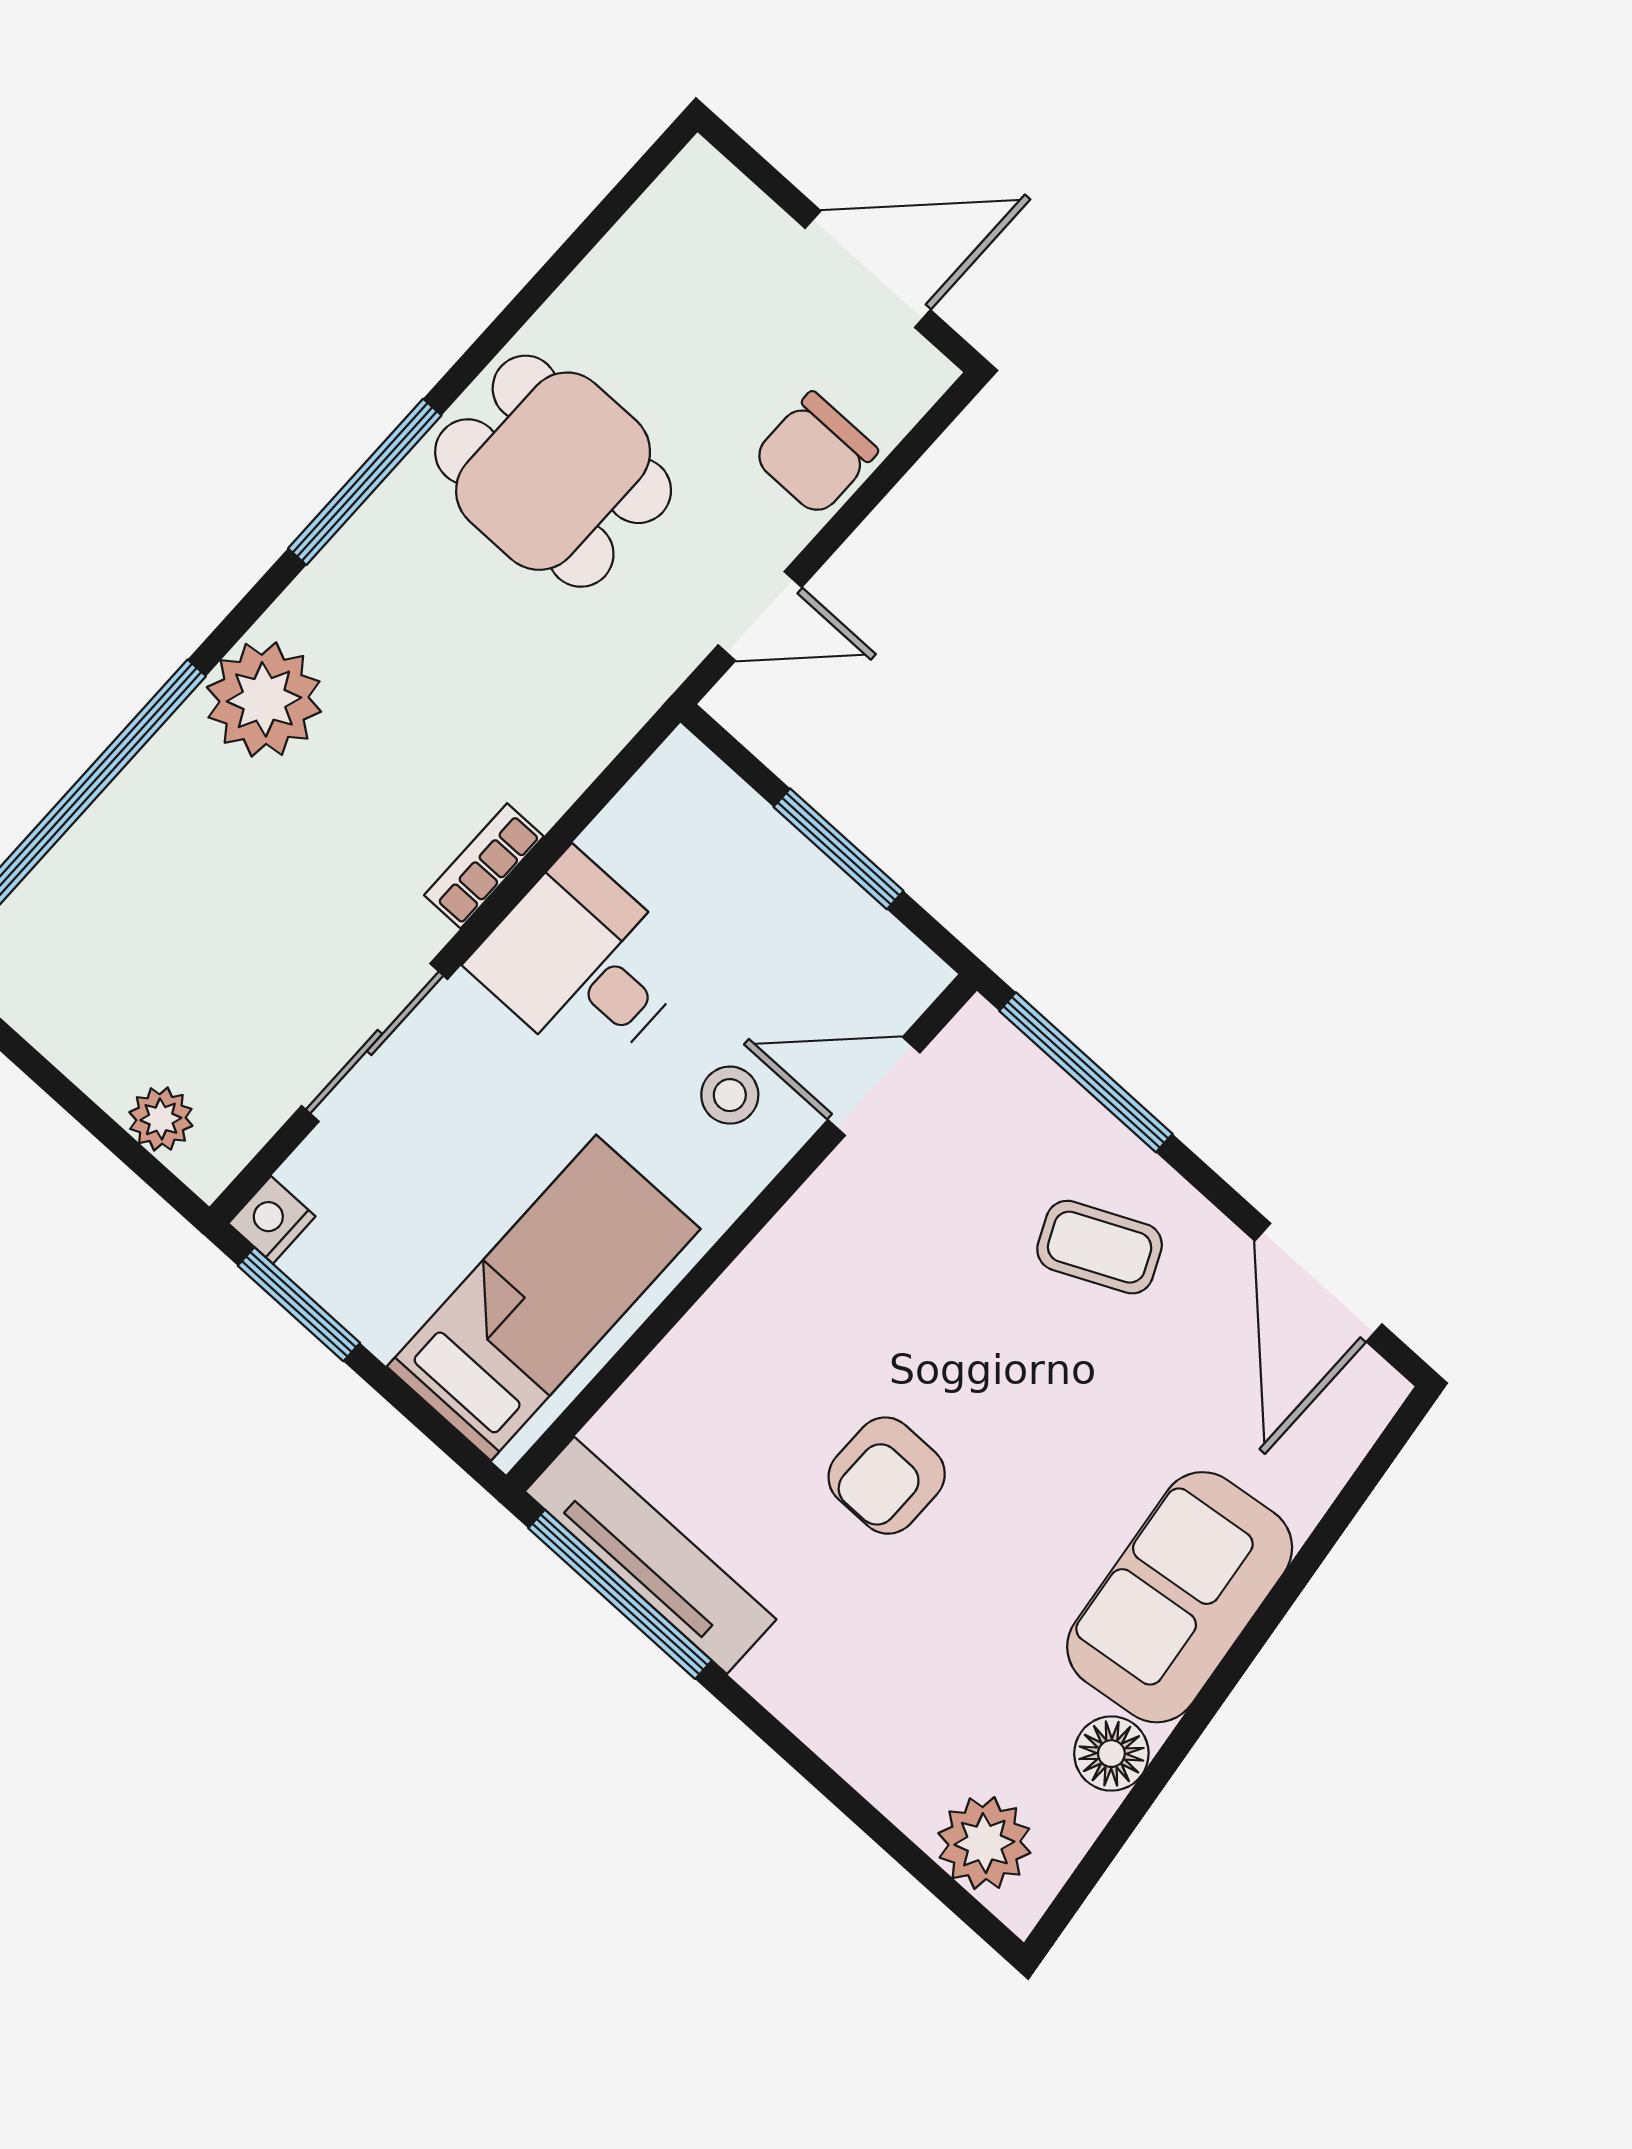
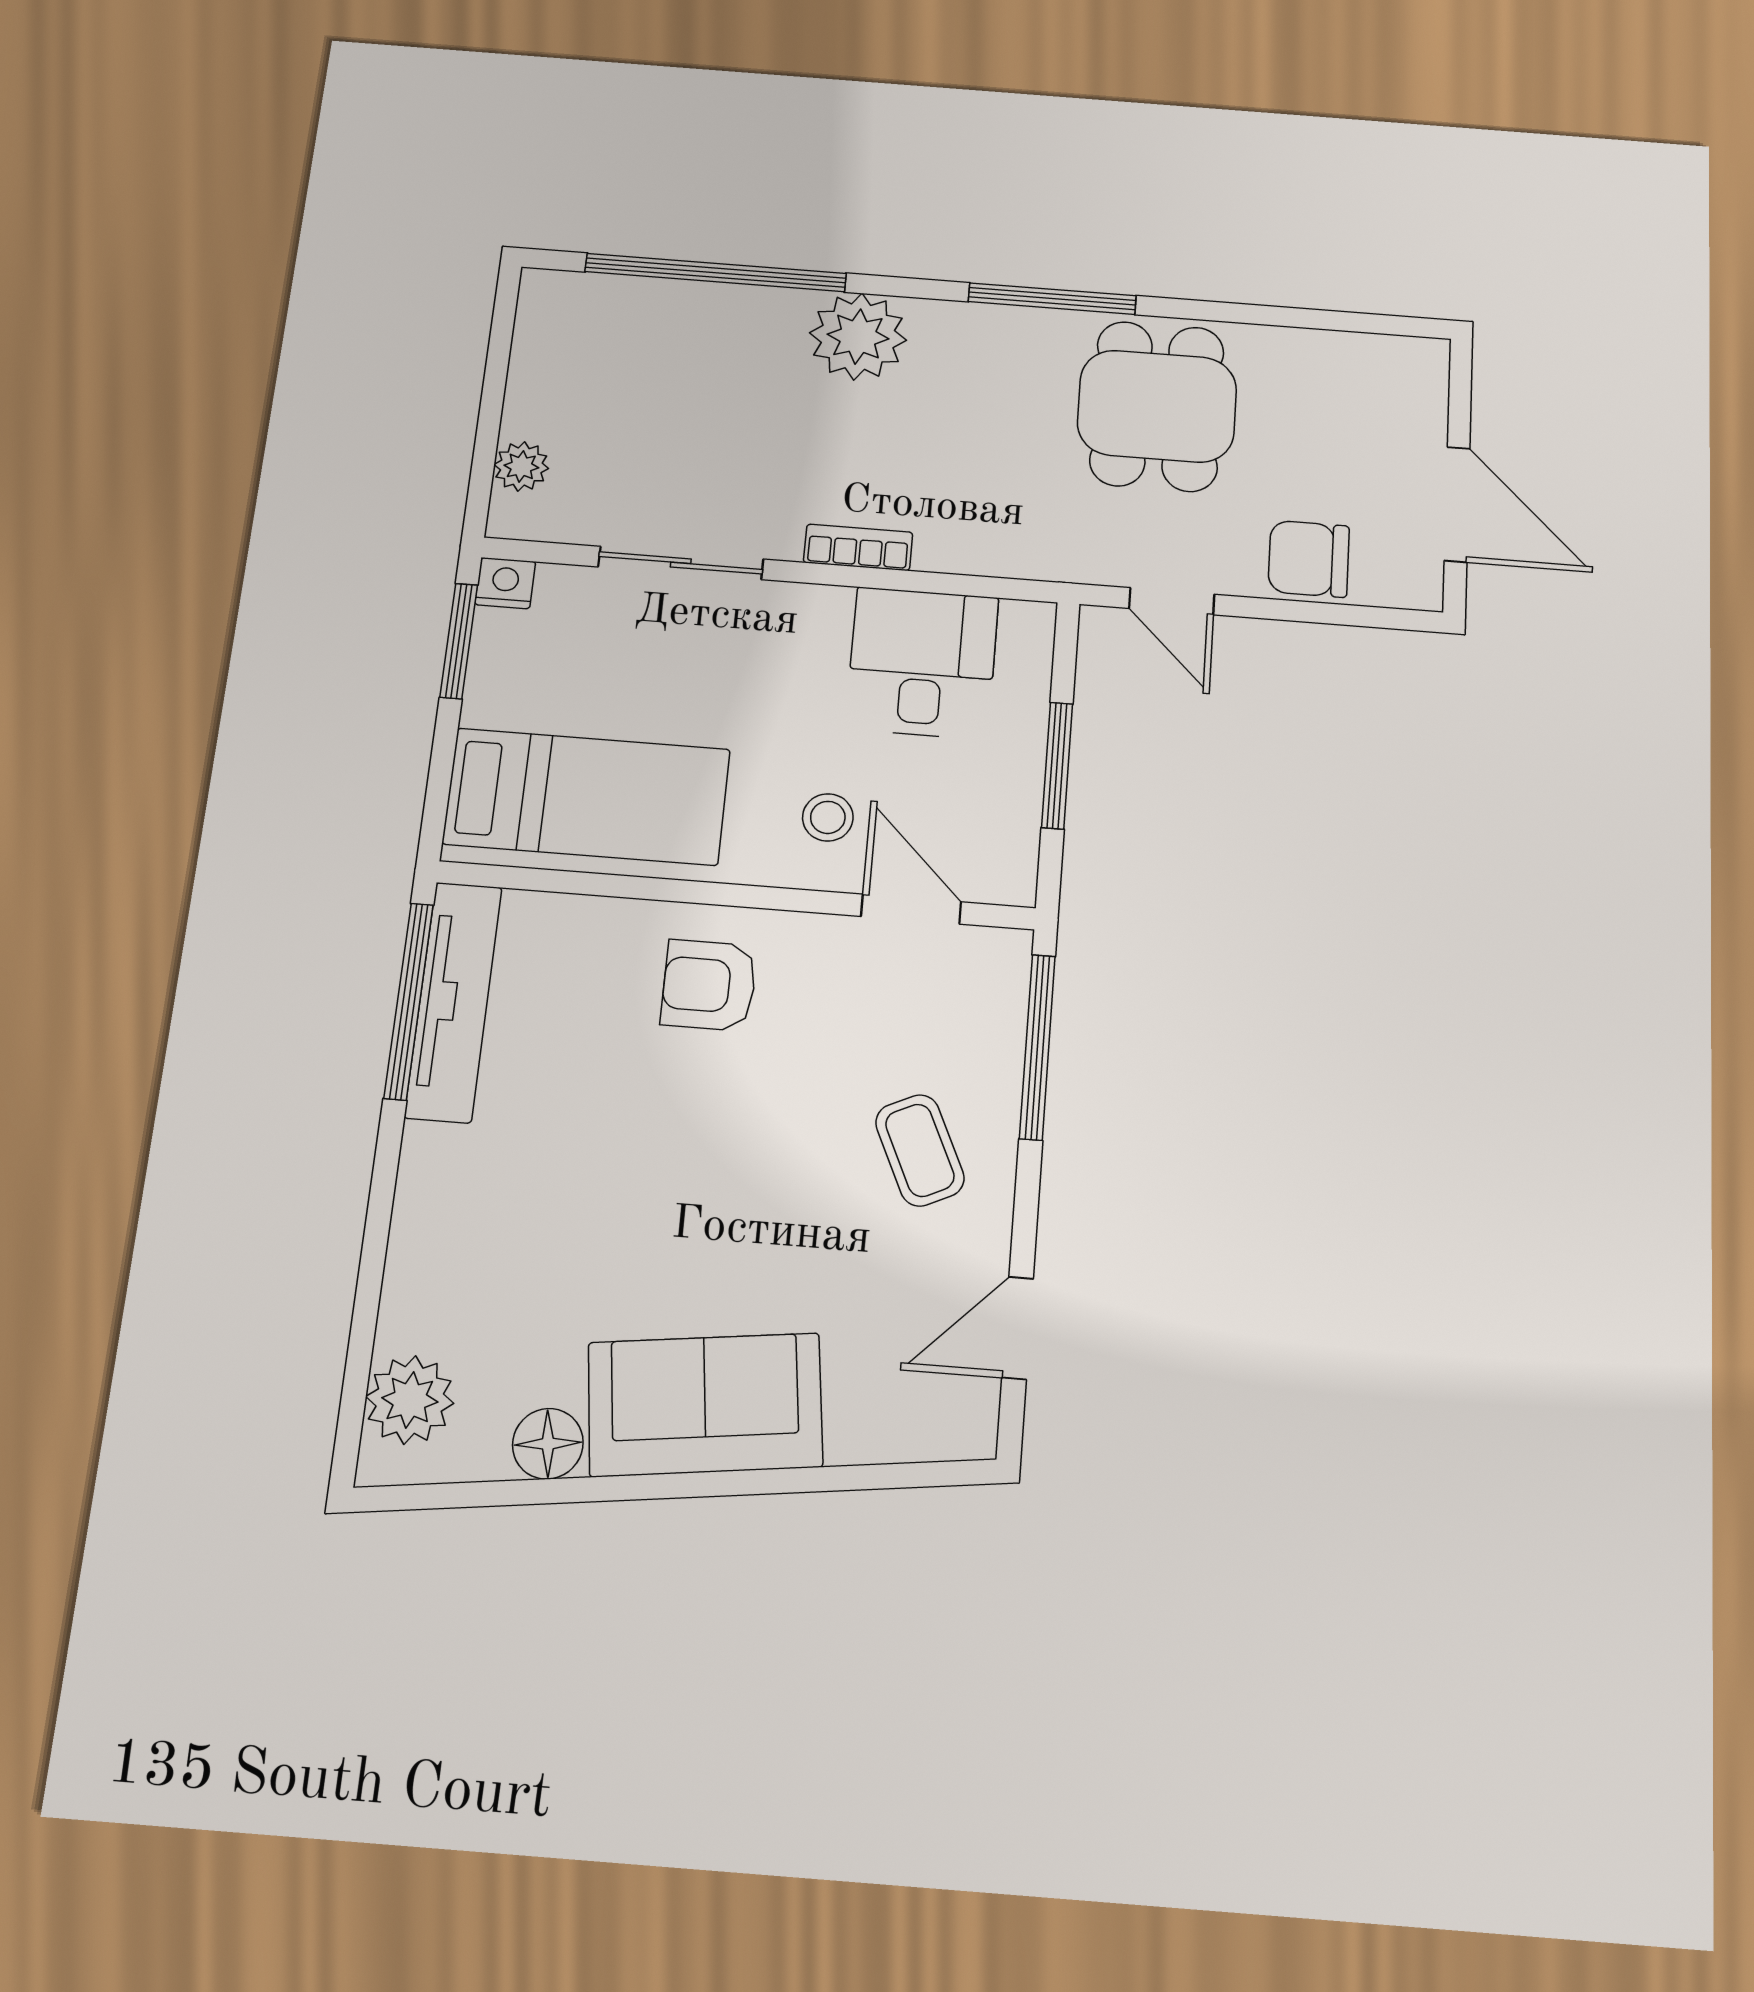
desk: (582, 964) -> (922, 663), moved
door: (1318, 1283) -> (1018, 1328), width x0.73
armchair: (887, 1476) -> (709, 985), moved

